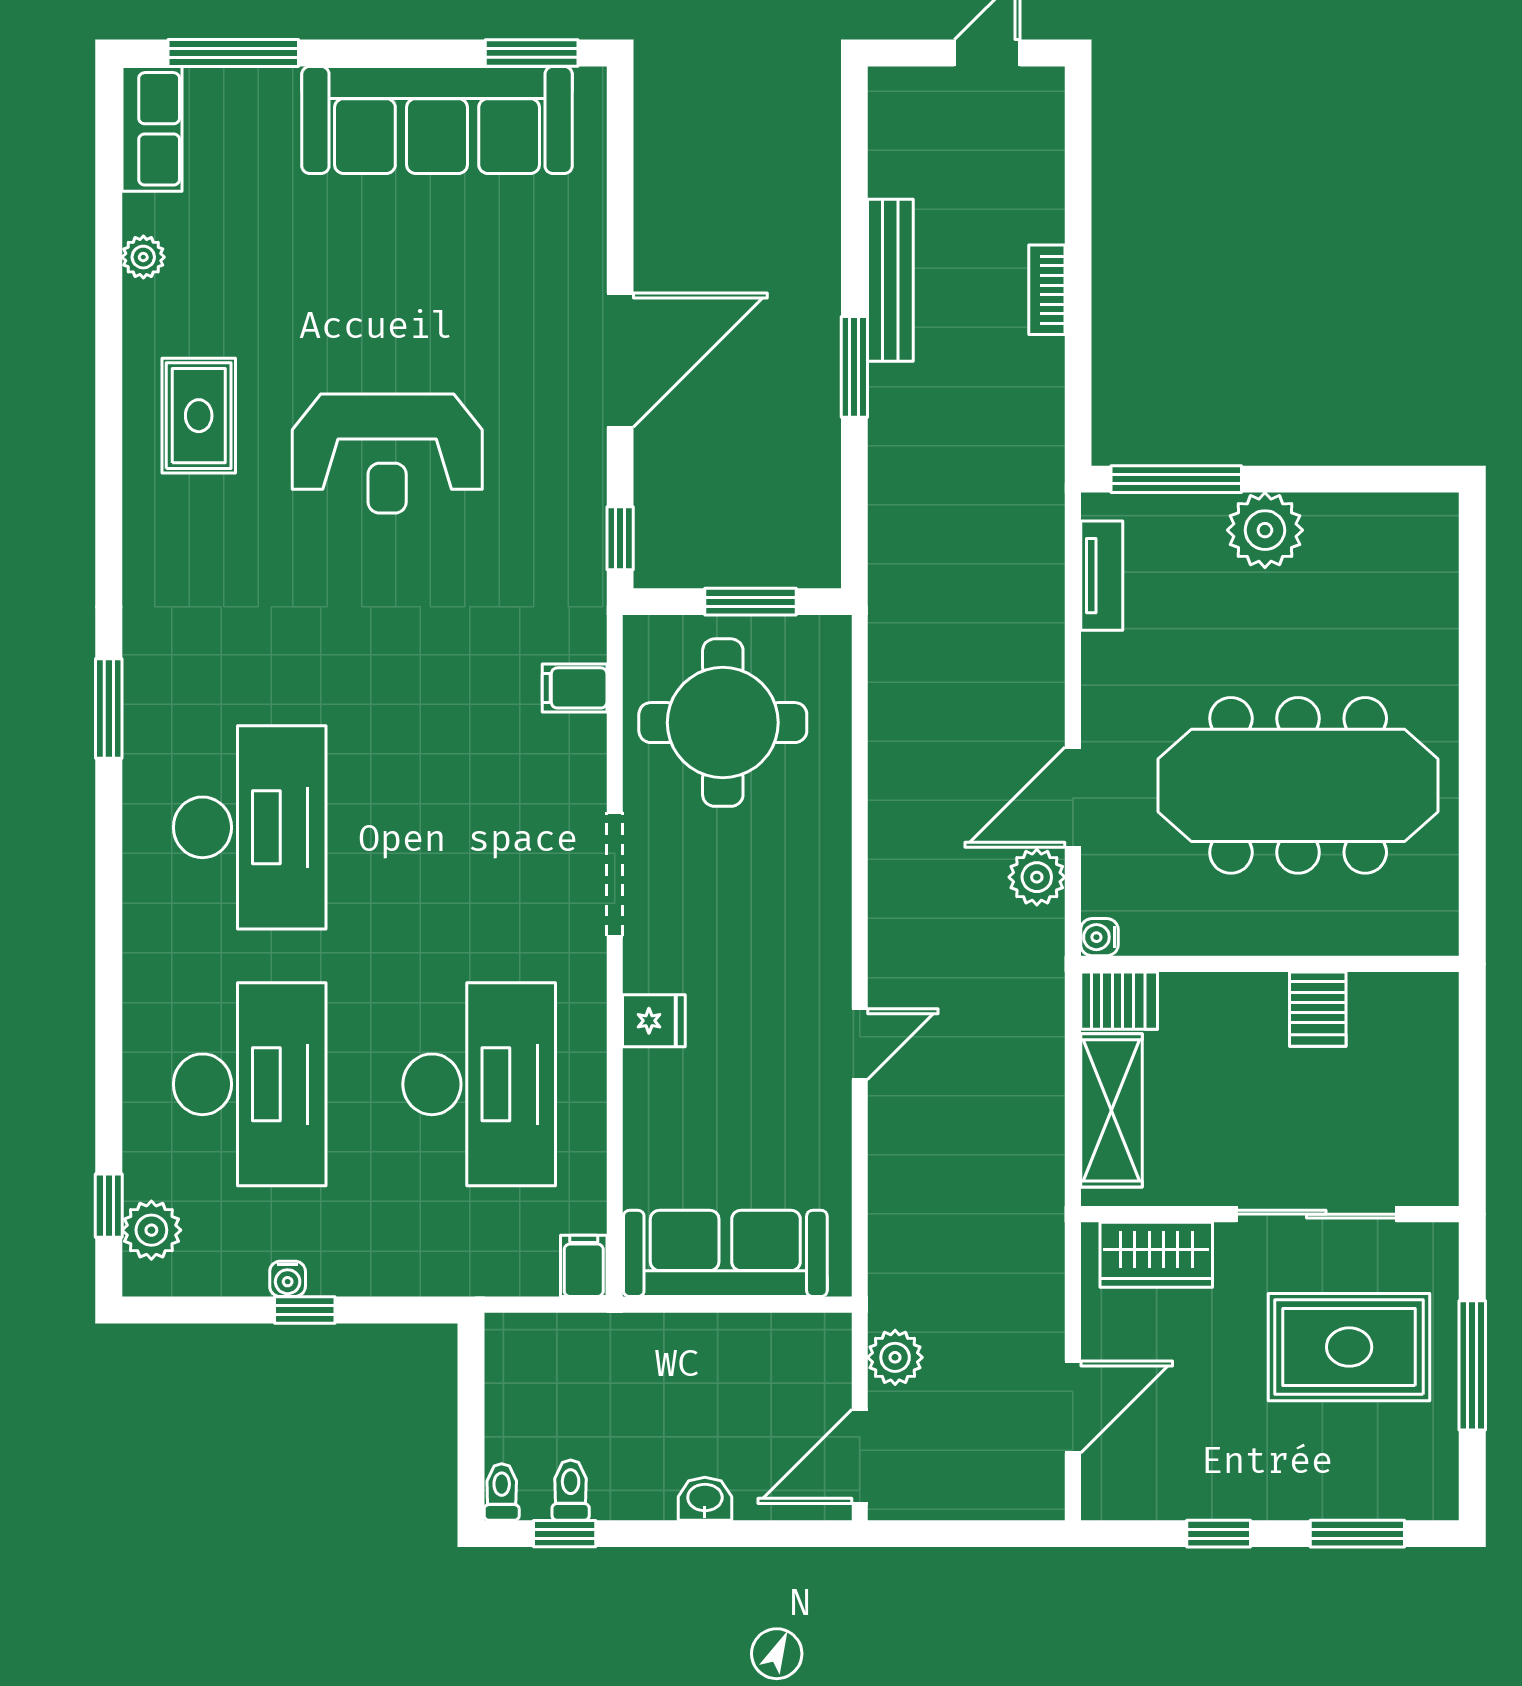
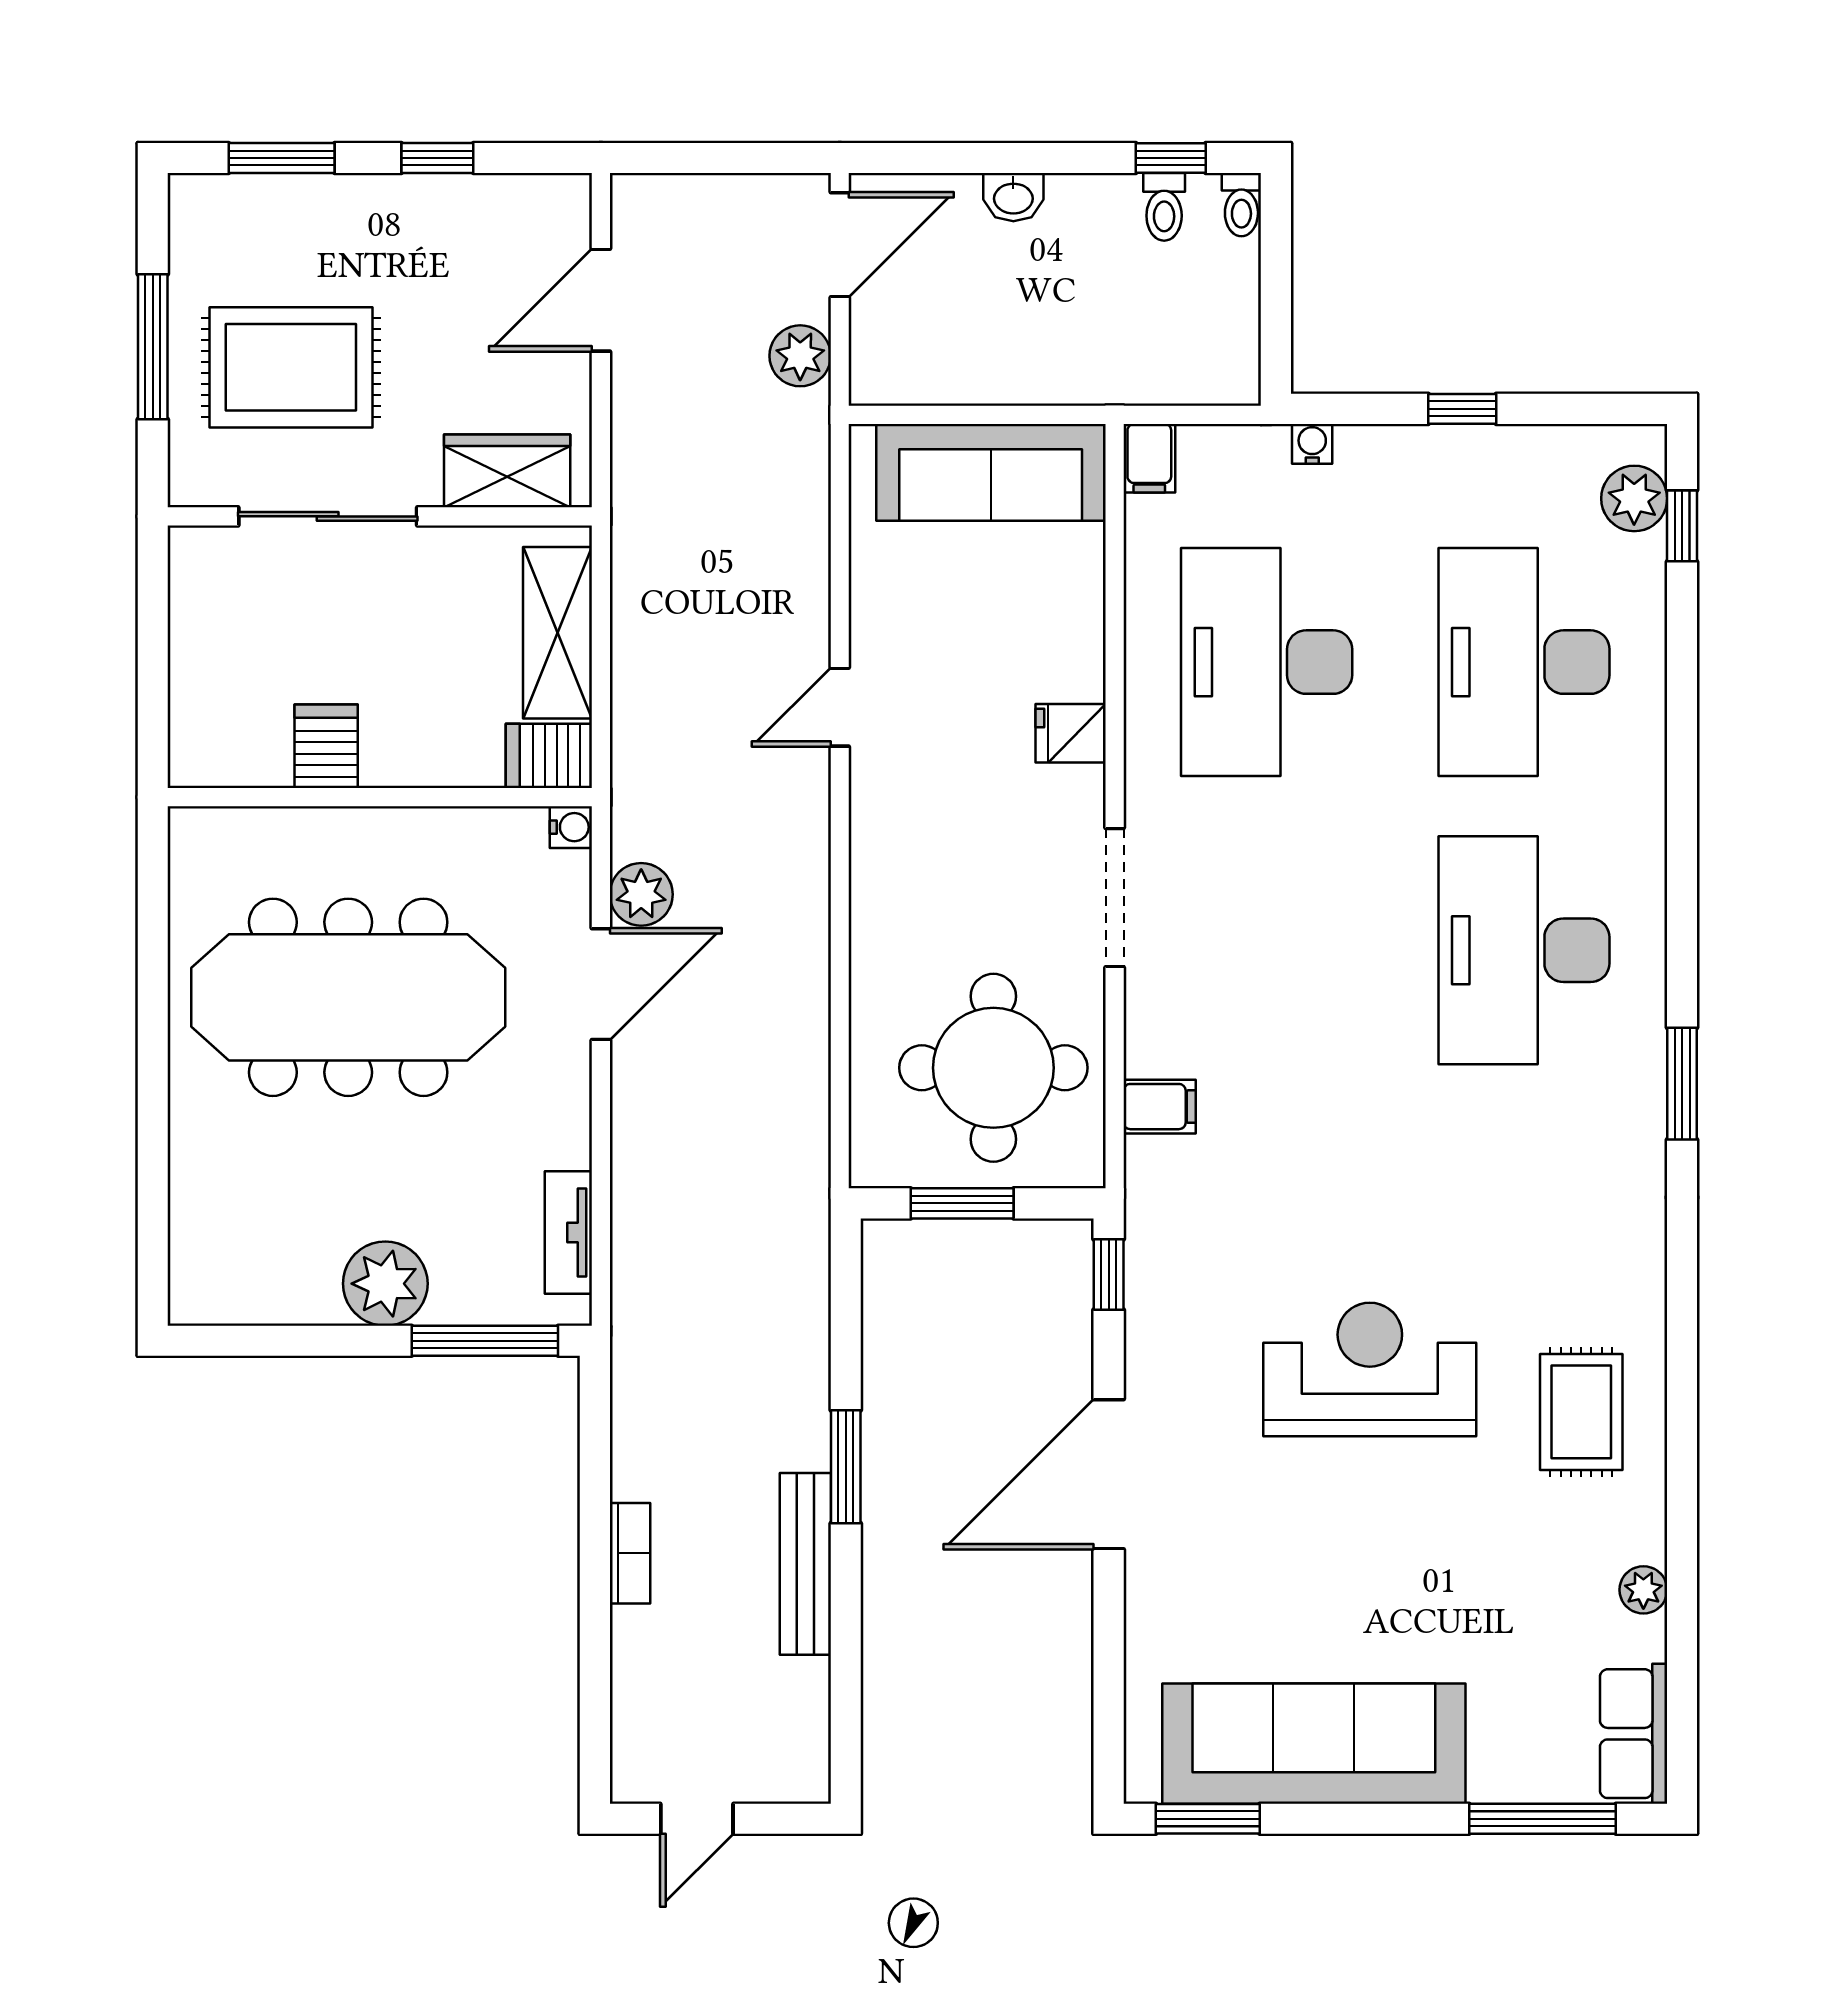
water cooler: (288, 1279) -> (1312, 444), moved

